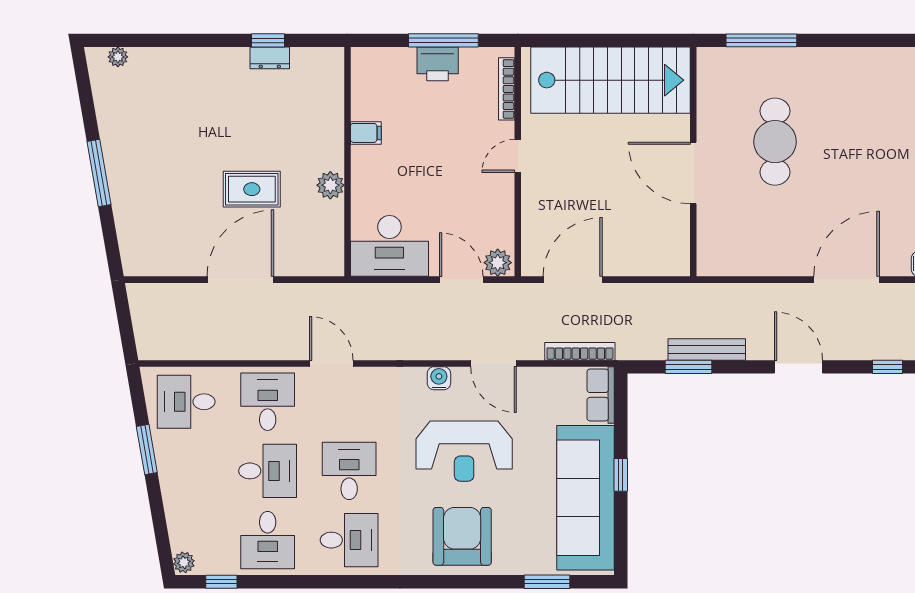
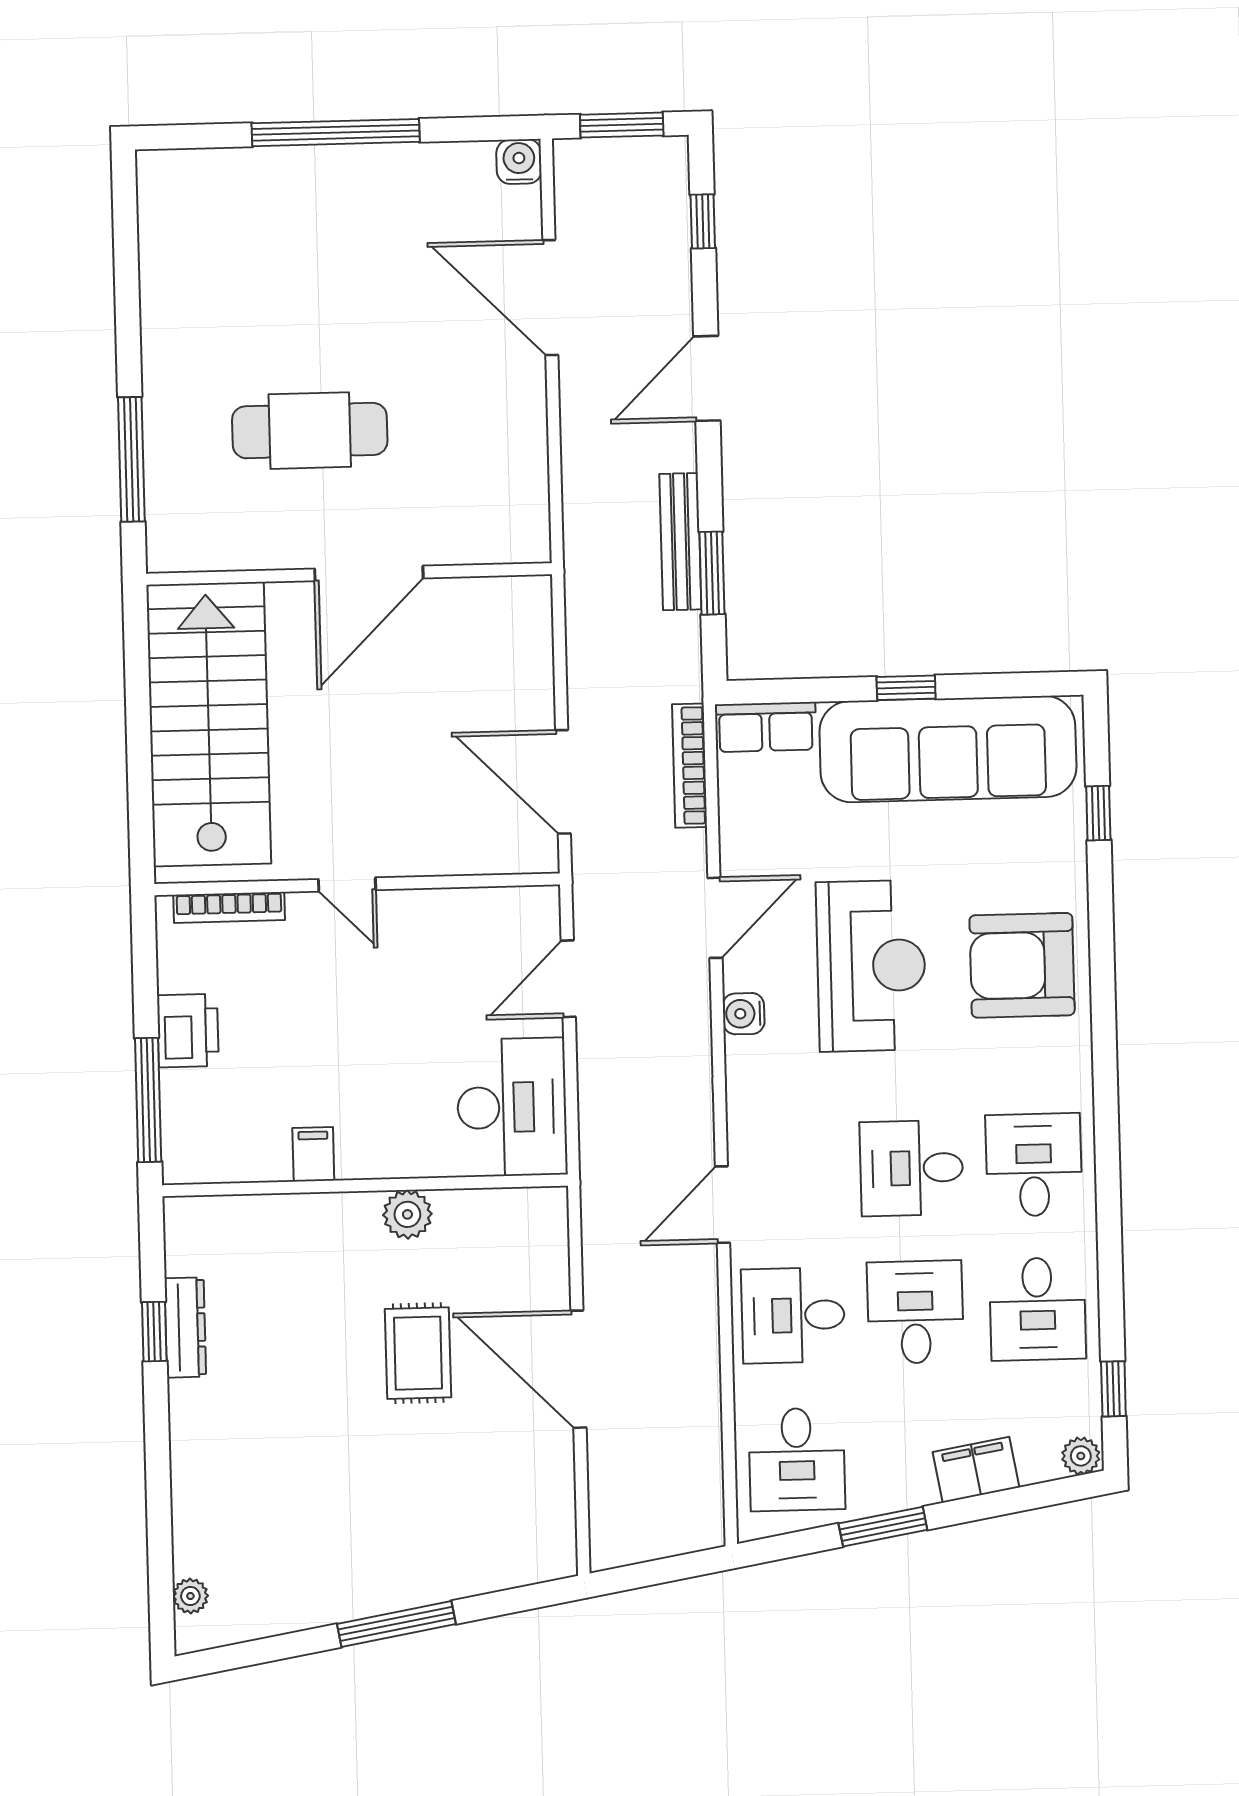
window: (443, 40) -> (148, 1100), moved
dresser: (270, 58) -> (185, 1327), width x1.44
plant: (498, 263) -> (537, 915), removed
filing cabinet: (178, 503) -> (976, 1470), added
desk: (268, 540) -> (1038, 1309), turned 90
window: (547, 582) -> (1098, 813), width x0.67

